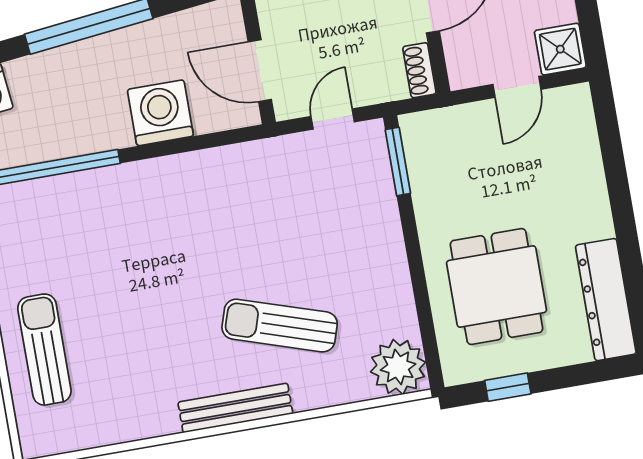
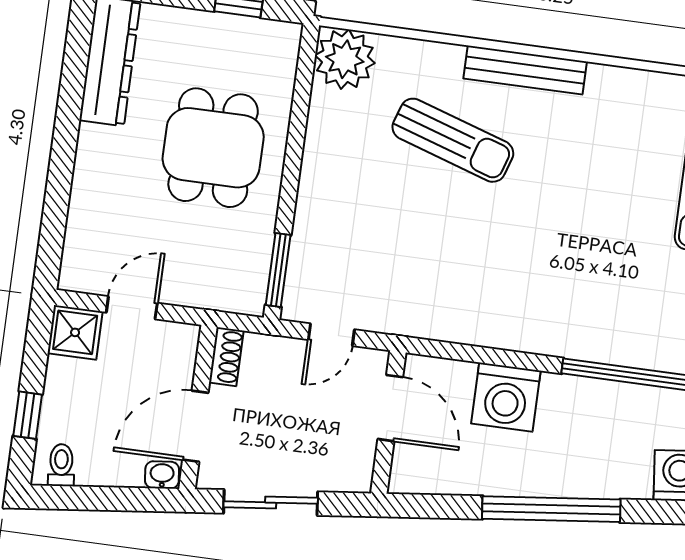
dining table: (496, 287) -> (213, 148), moved

